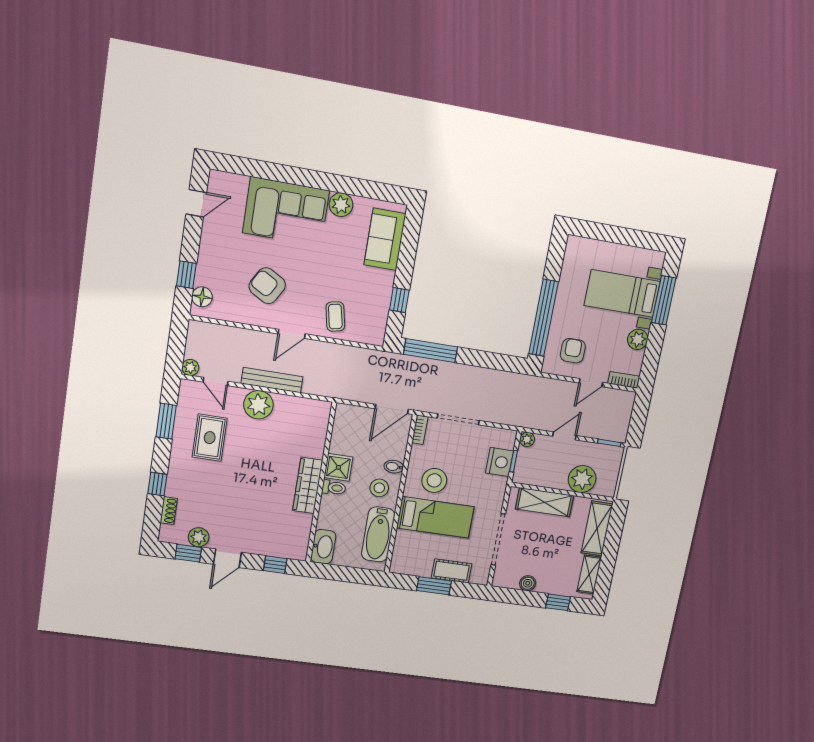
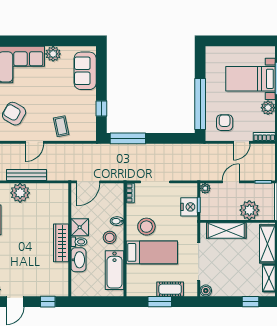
door: (392, 409) -> (88, 182), moved
washbasin: (323, 547) -> (78, 260), moved
boiler: (528, 583) -> (206, 291), moved

